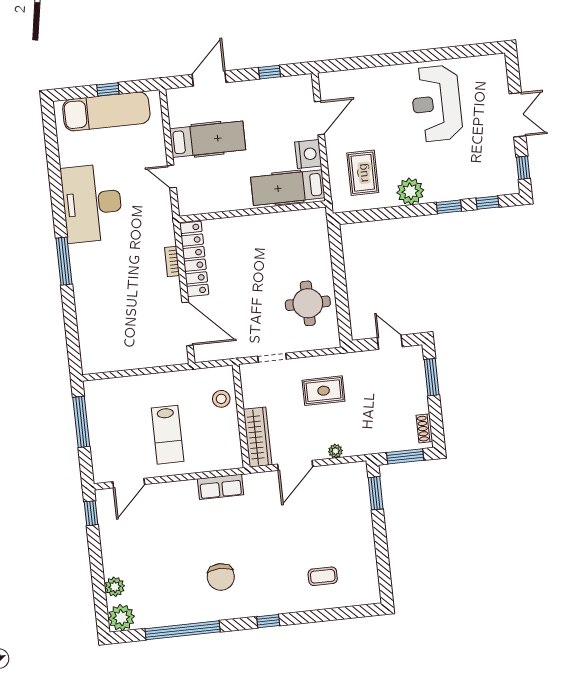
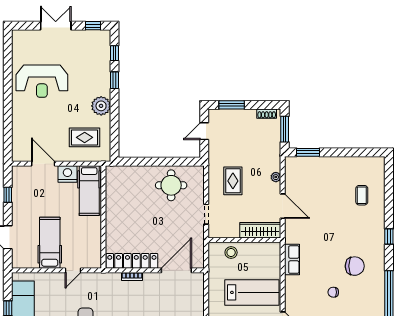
lab bench: (168, 435) -> (252, 292), width x1.36, depth x1.39
chair: (180, 550) -> (333, 292), added

